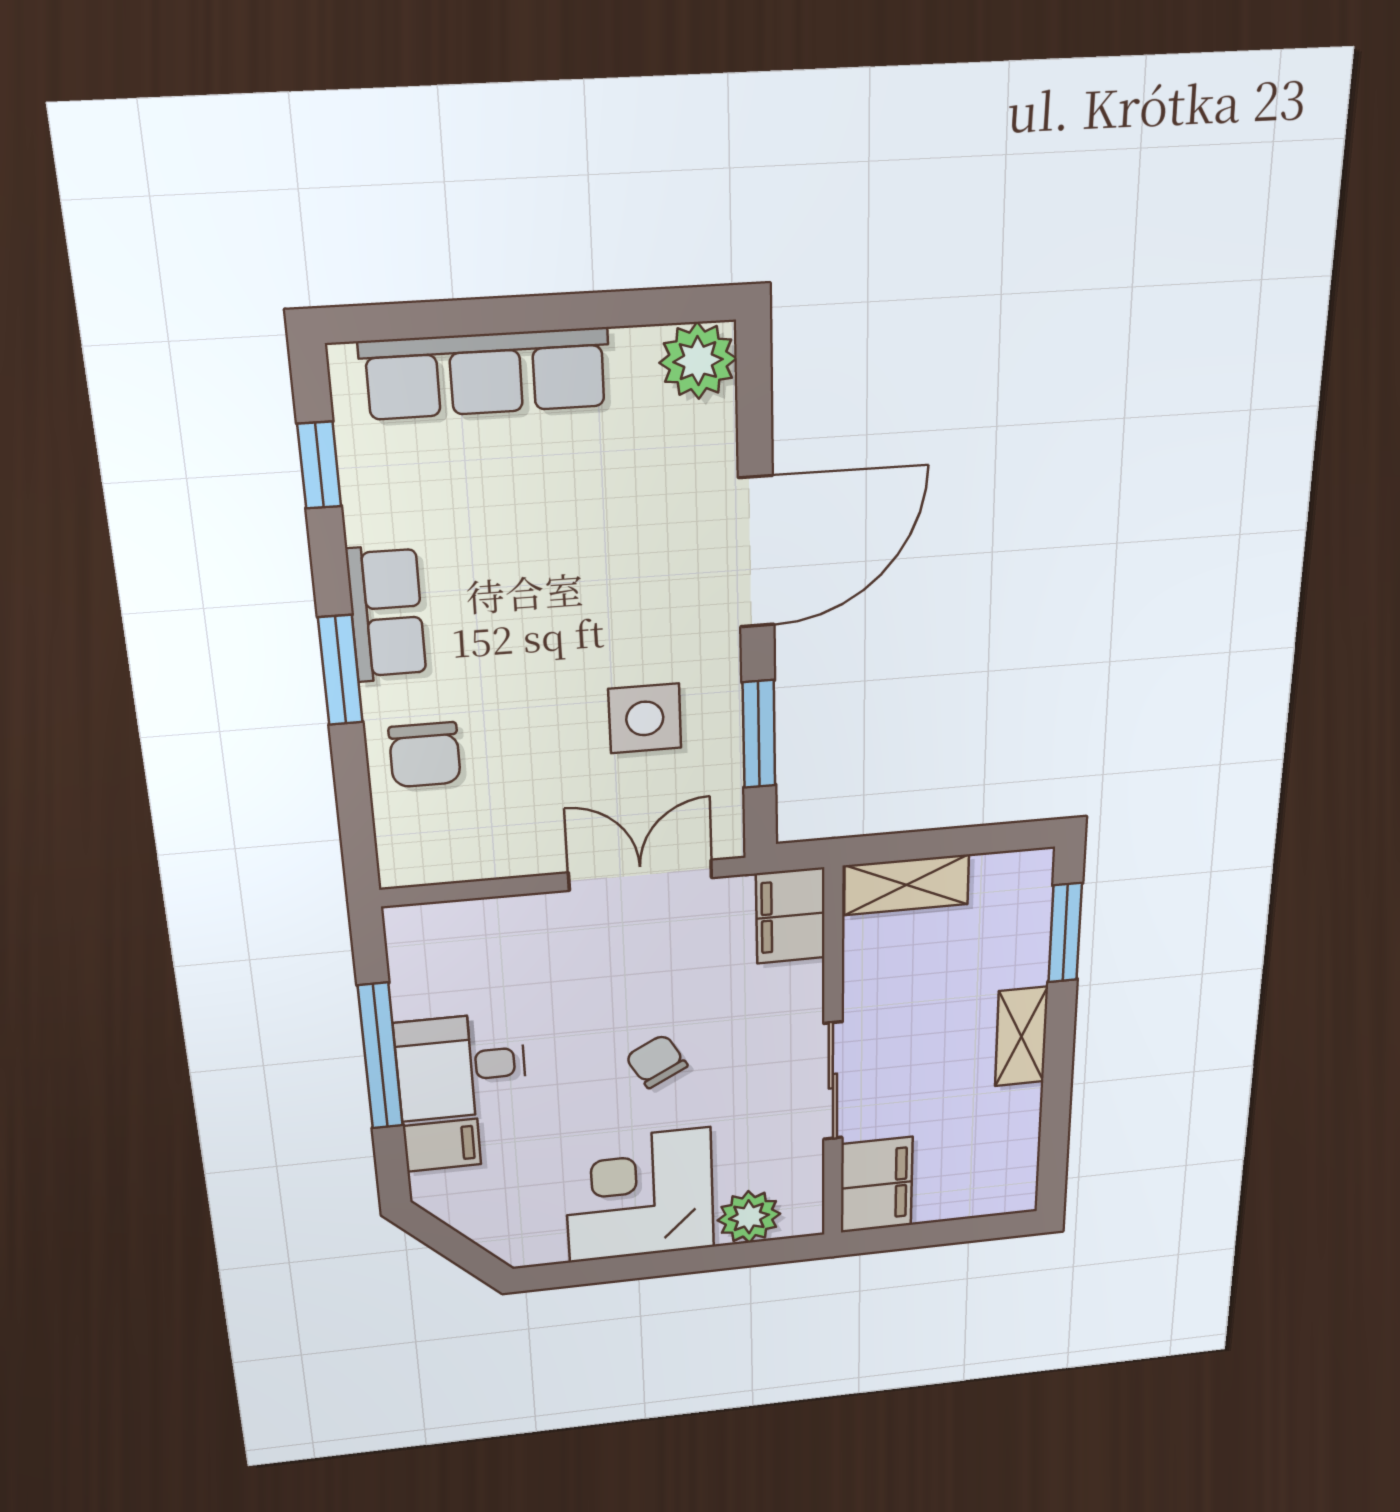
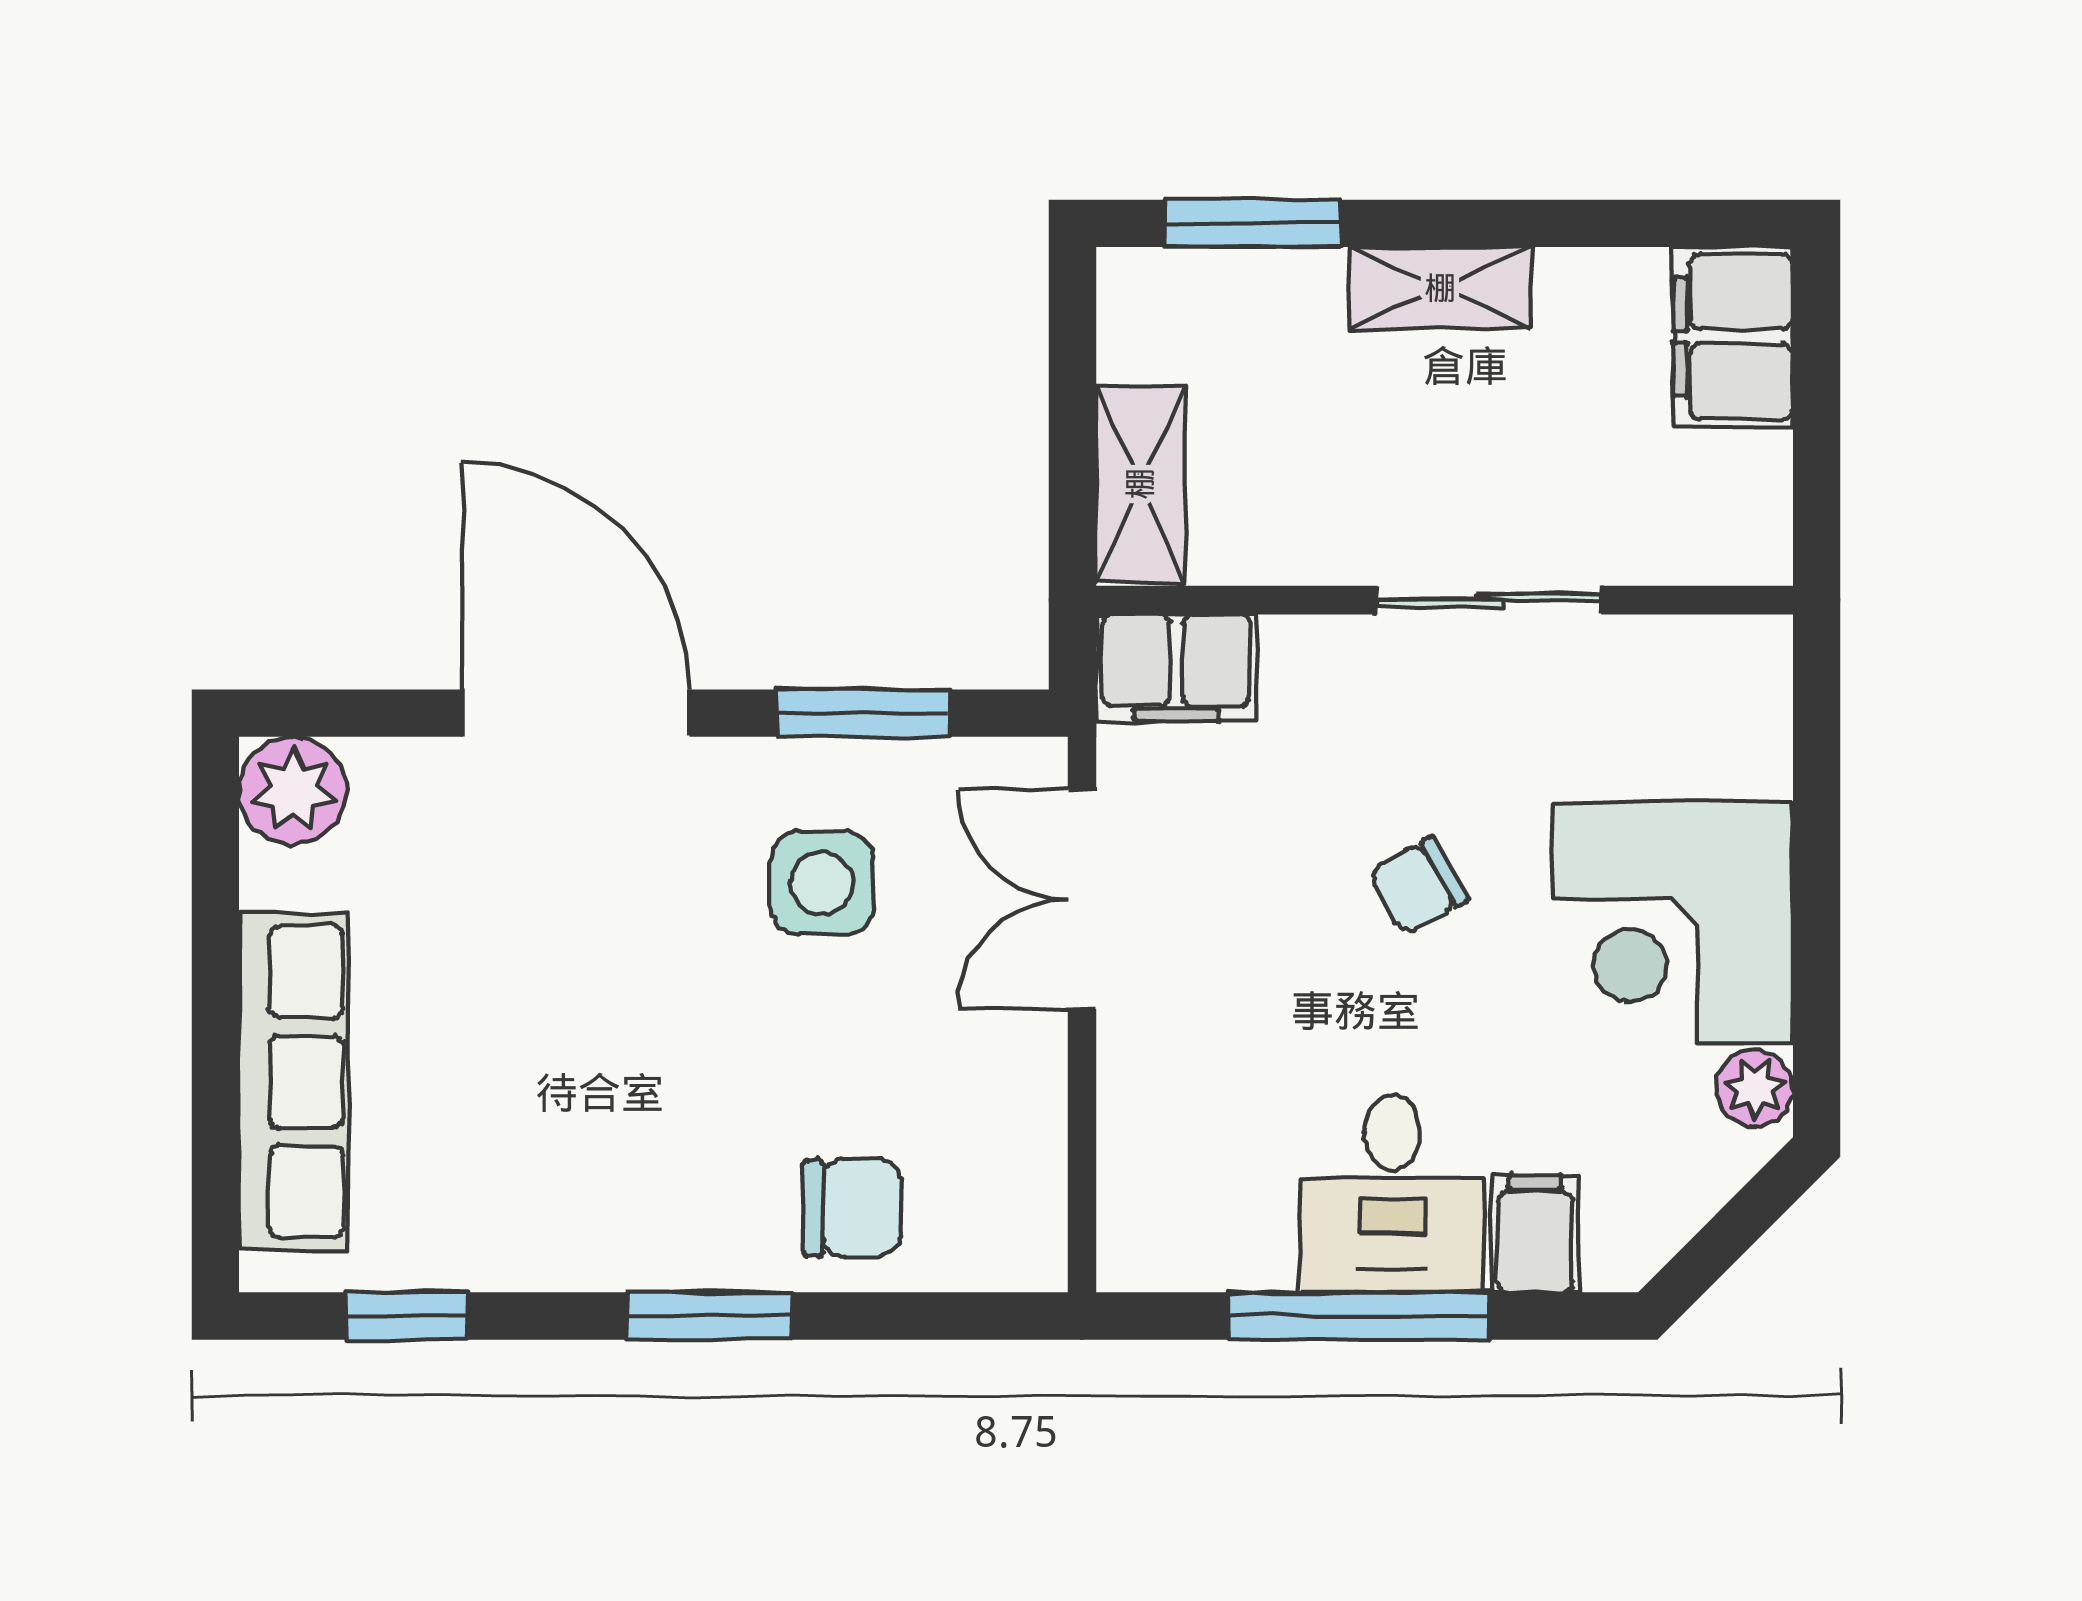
row of seats: (386, 614) -> (629, 1244), removed
filing cabinet: (876, 1185) -> (1733, 337), moved, turned -90
plant: (749, 1217) -> (1755, 1088), moved, width x0.73, depth x0.73

